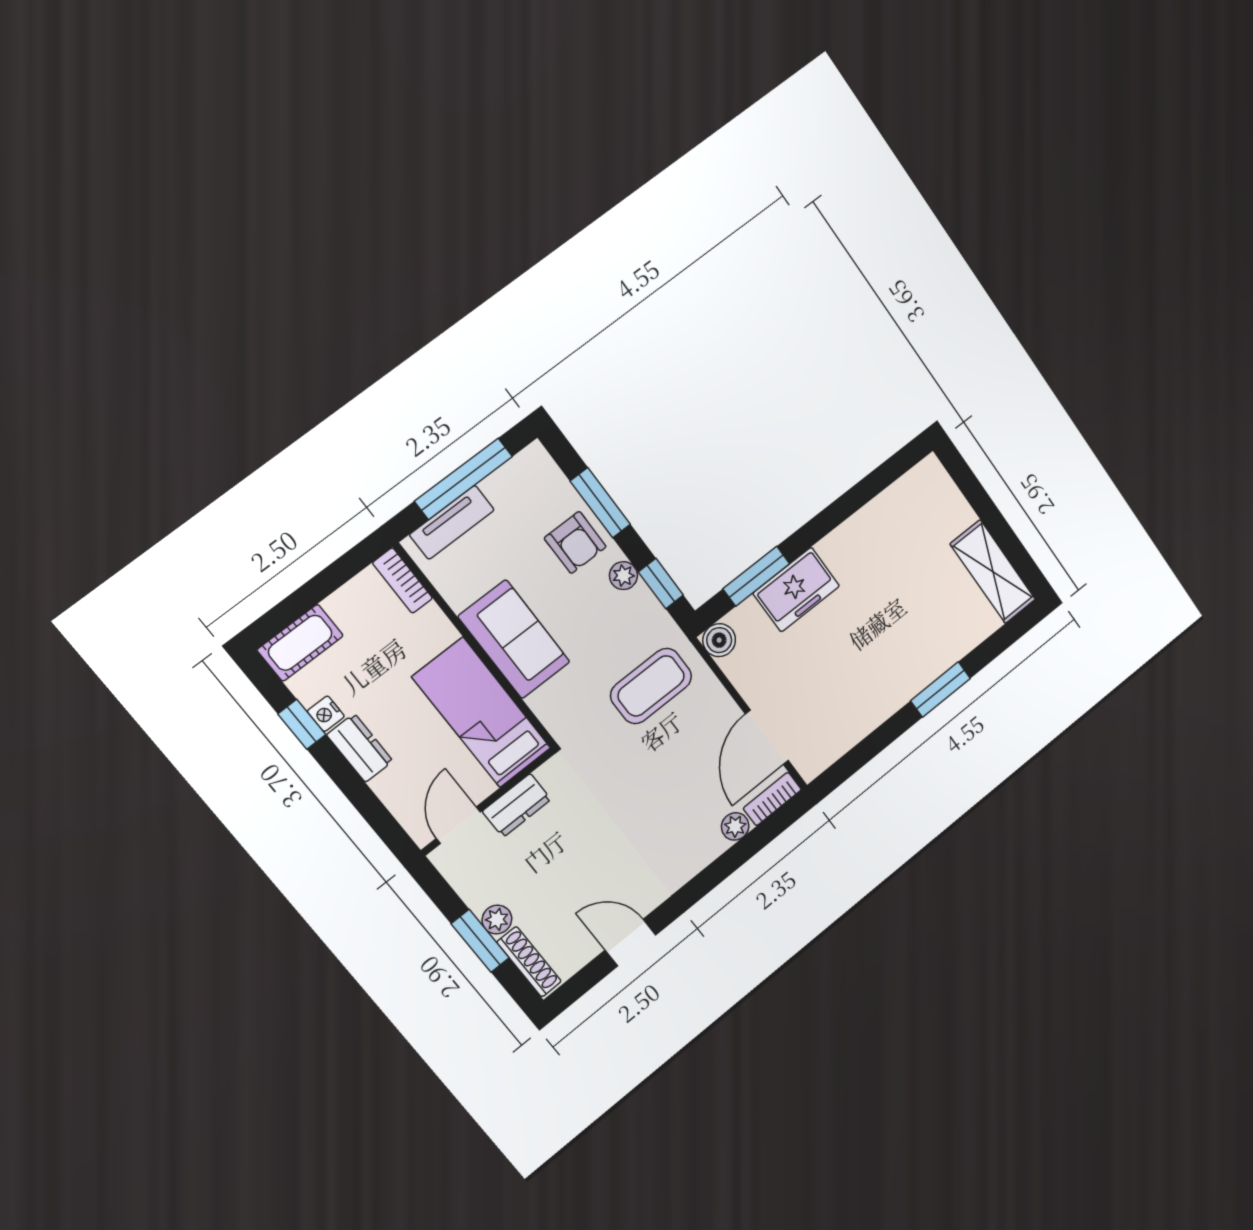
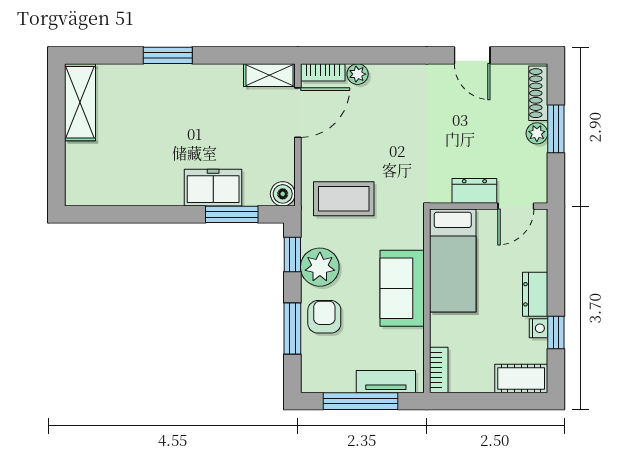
plant: (623, 576) -> (320, 267), width x1.88, depth x1.88
shelving: (824, 752) -> (269, 75), added

